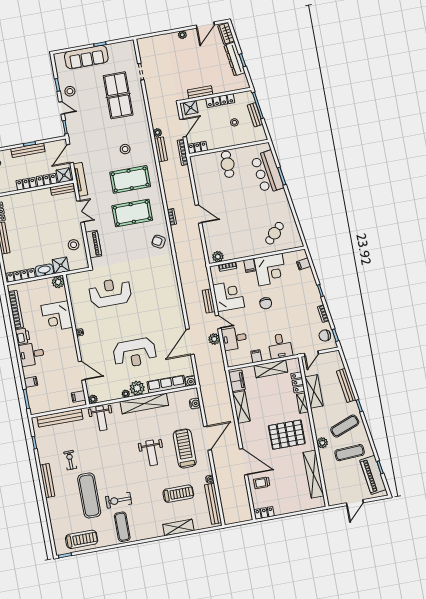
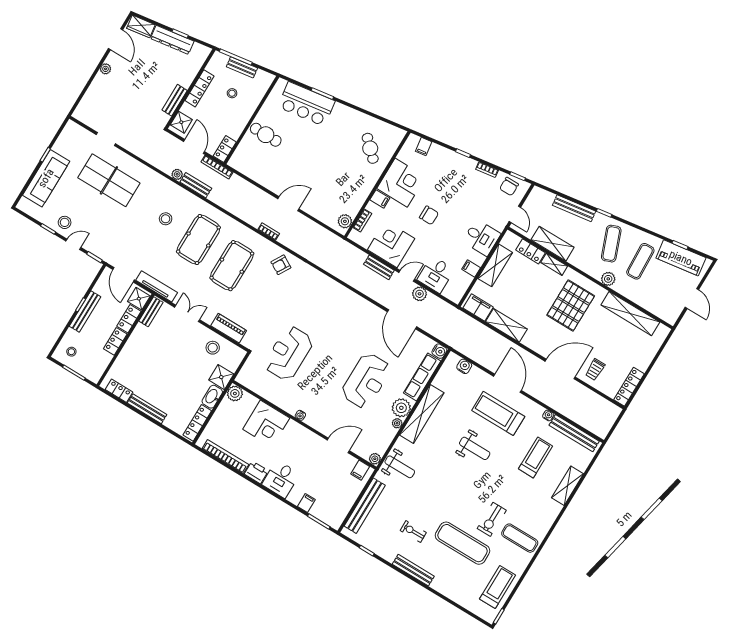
locker: (264, 513) -> (629, 387), width x1.53

